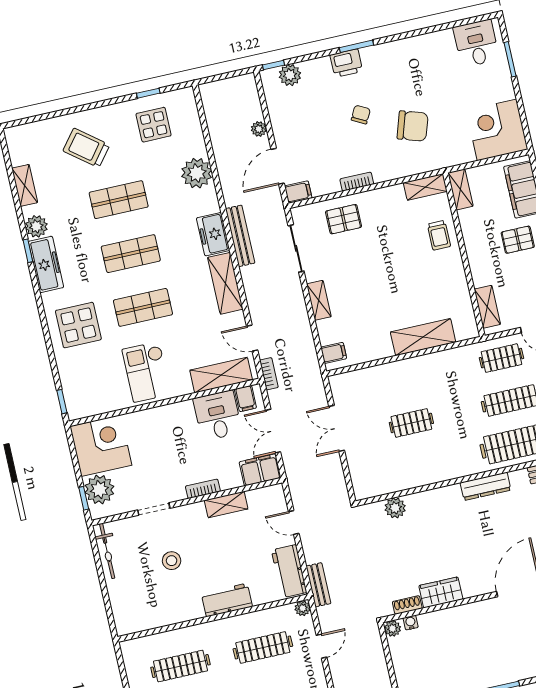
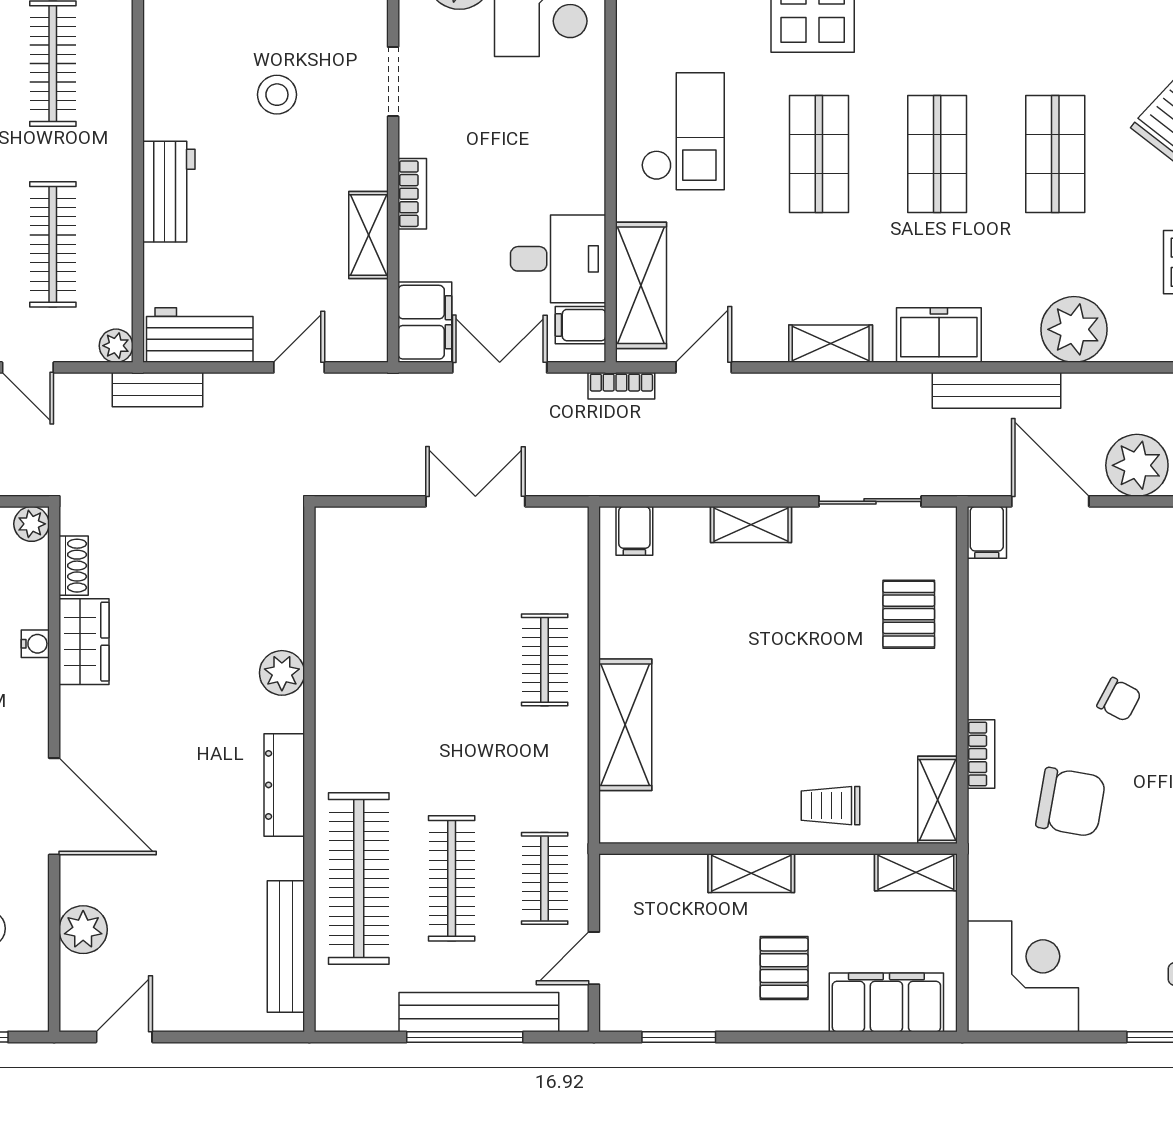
chair: (413, 126) -> (1071, 802), turned -98
plant: (259, 129) -> (1137, 465), width x1.88, depth x1.88
bookcase: (357, 182) -> (981, 754), moved
bench: (240, 236) -> (997, 390), moved
shelving: (225, 283) -> (831, 344), width x0.67, depth x0.75
shelving: (487, 307) -> (751, 873), moved
checkout: (147, 372) -> (683, 131), turned 90
clothes rail: (411, 423) -> (545, 660), moved
plant: (395, 508) -> (282, 673), moved
water cooler: (411, 623) -> (35, 644), moved

